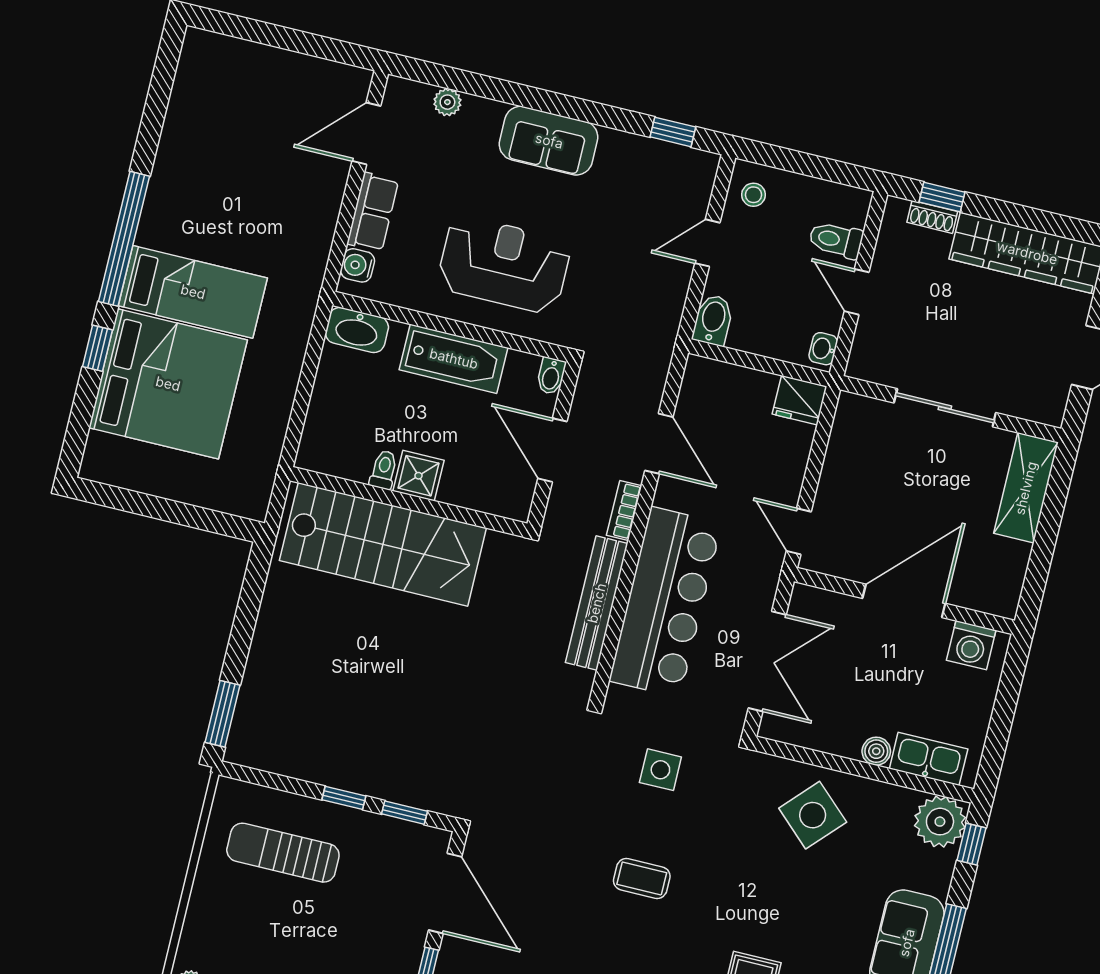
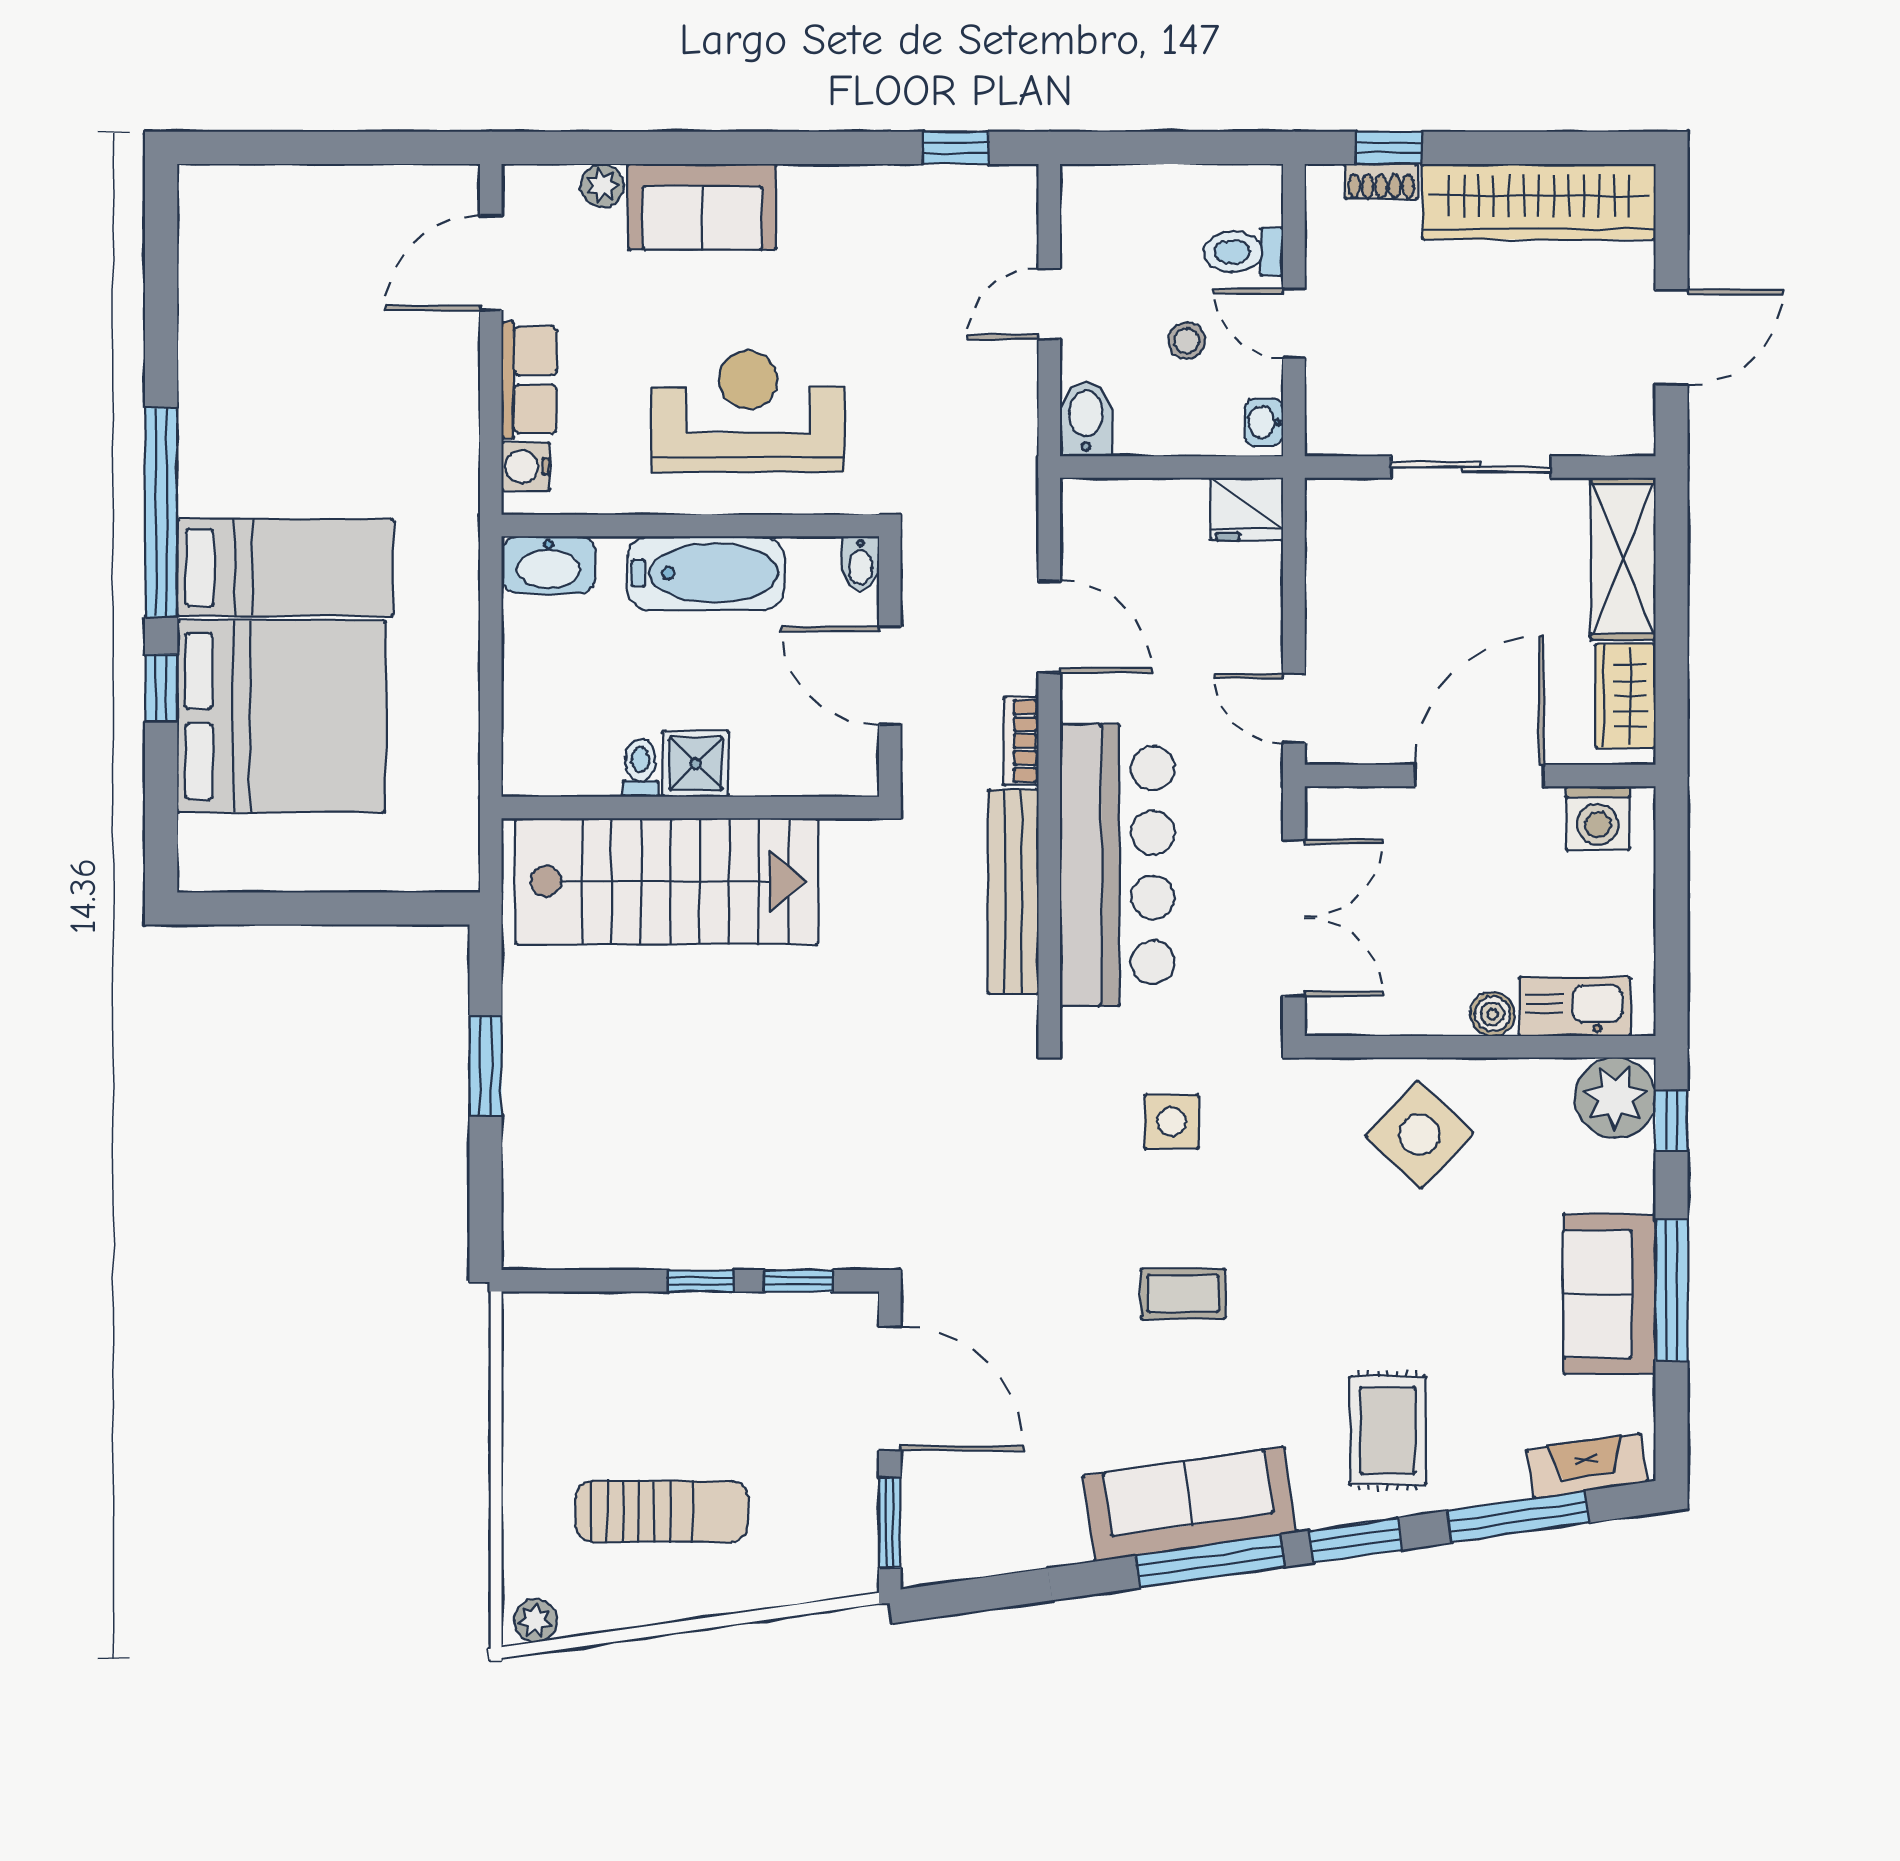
sofa: (549, 141) -> (702, 207), moved
stool: (753, 195) -> (1187, 341), moved
wardrobe: (1007, 573) -> (1625, 696), added
window: (223, 714) -> (485, 1066), moved
sun lounger: (283, 853) -> (662, 1511), moved, turned 180

